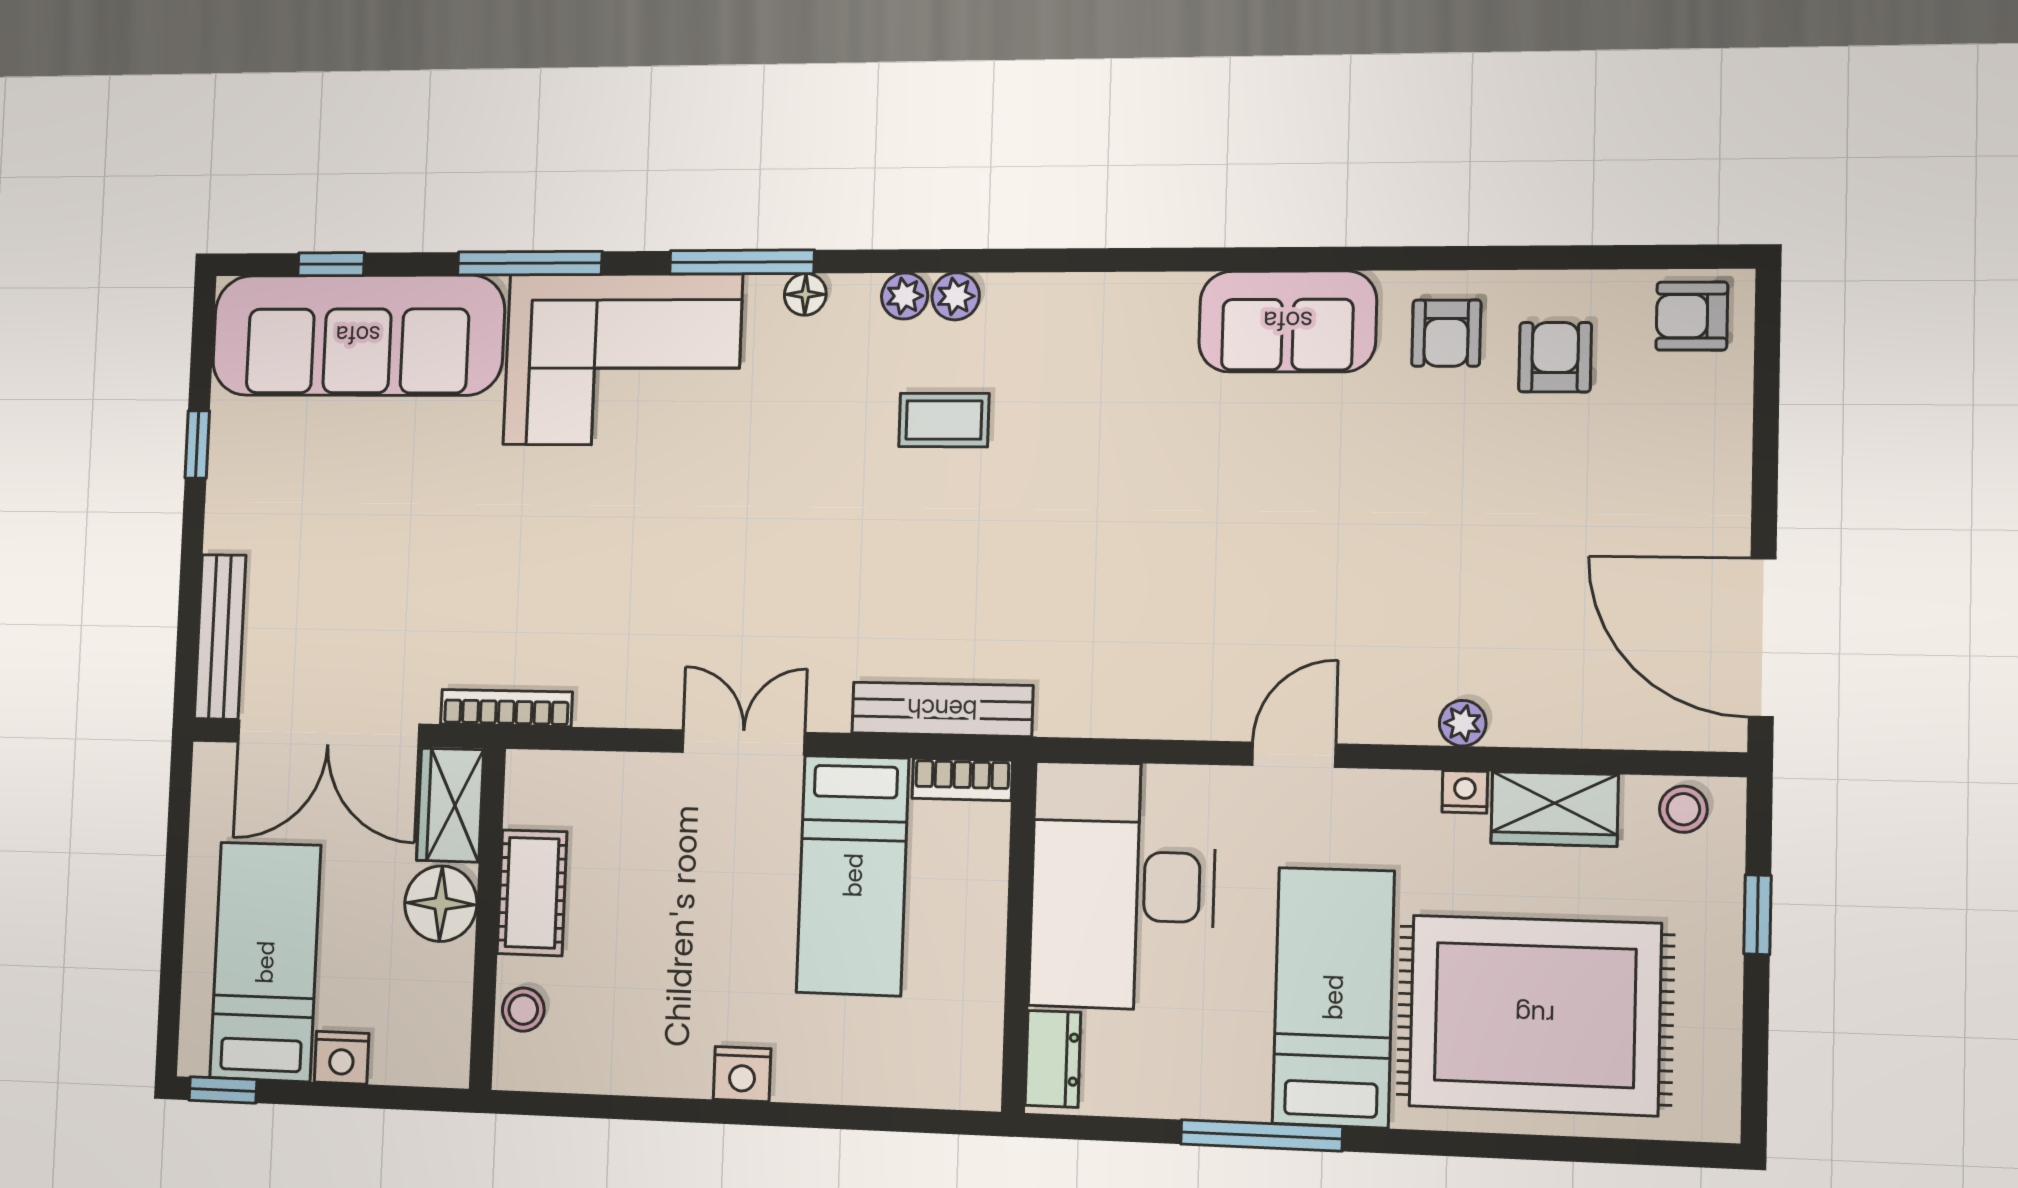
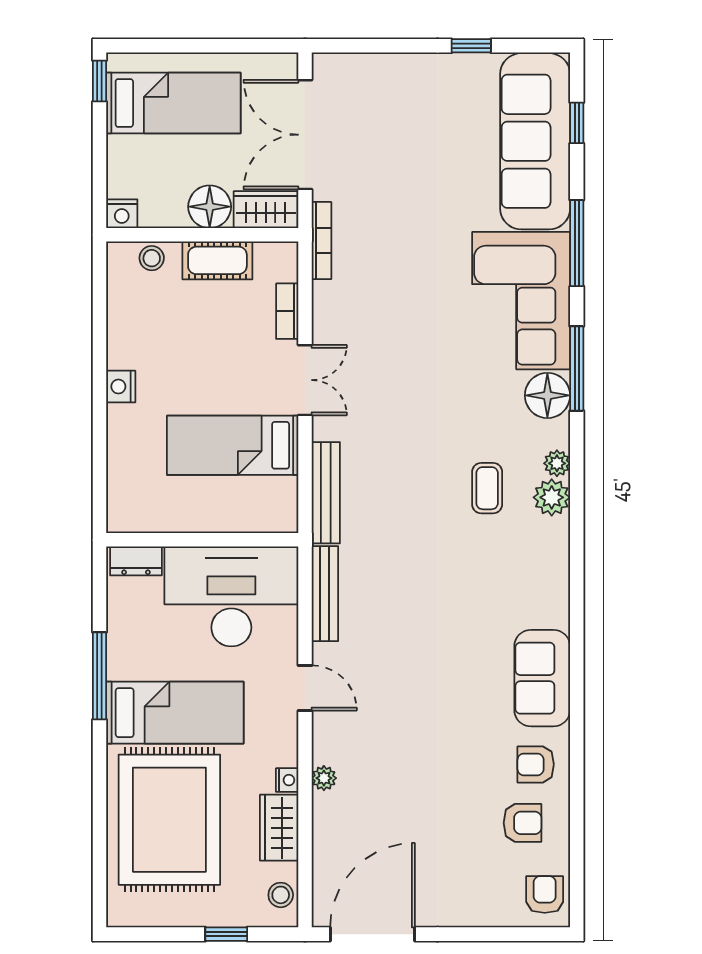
floor lamp: (805, 294) -> (547, 395), width x1.89, depth x1.89
plant: (956, 296) -> (552, 497), width x1.38, depth x1.38
bench: (220, 637) -> (325, 594), moved, turned 90
bookcase: (962, 779) -> (287, 311), moved
nightstand: (342, 1058) -> (122, 214), moved, turned -90

